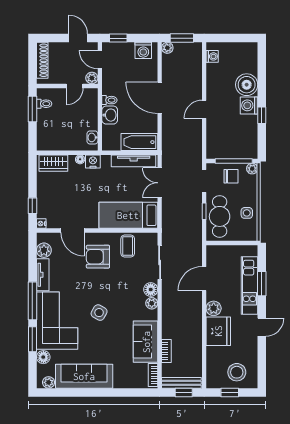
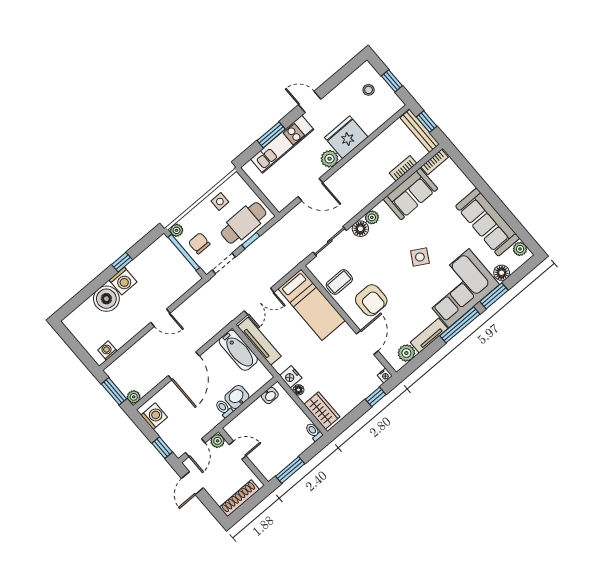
toilet: (44, 104) -> (314, 432), moved
stool: (237, 372) -> (369, 90), width x0.53, depth x0.53

